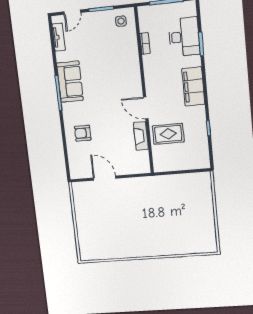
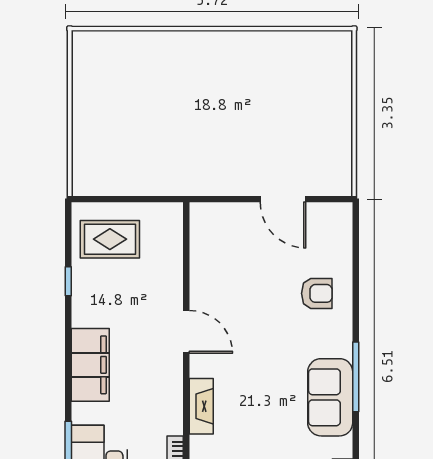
rug: (168, 134) -> (110, 239), moved
fireplace: (141, 136) -> (201, 406), moved

